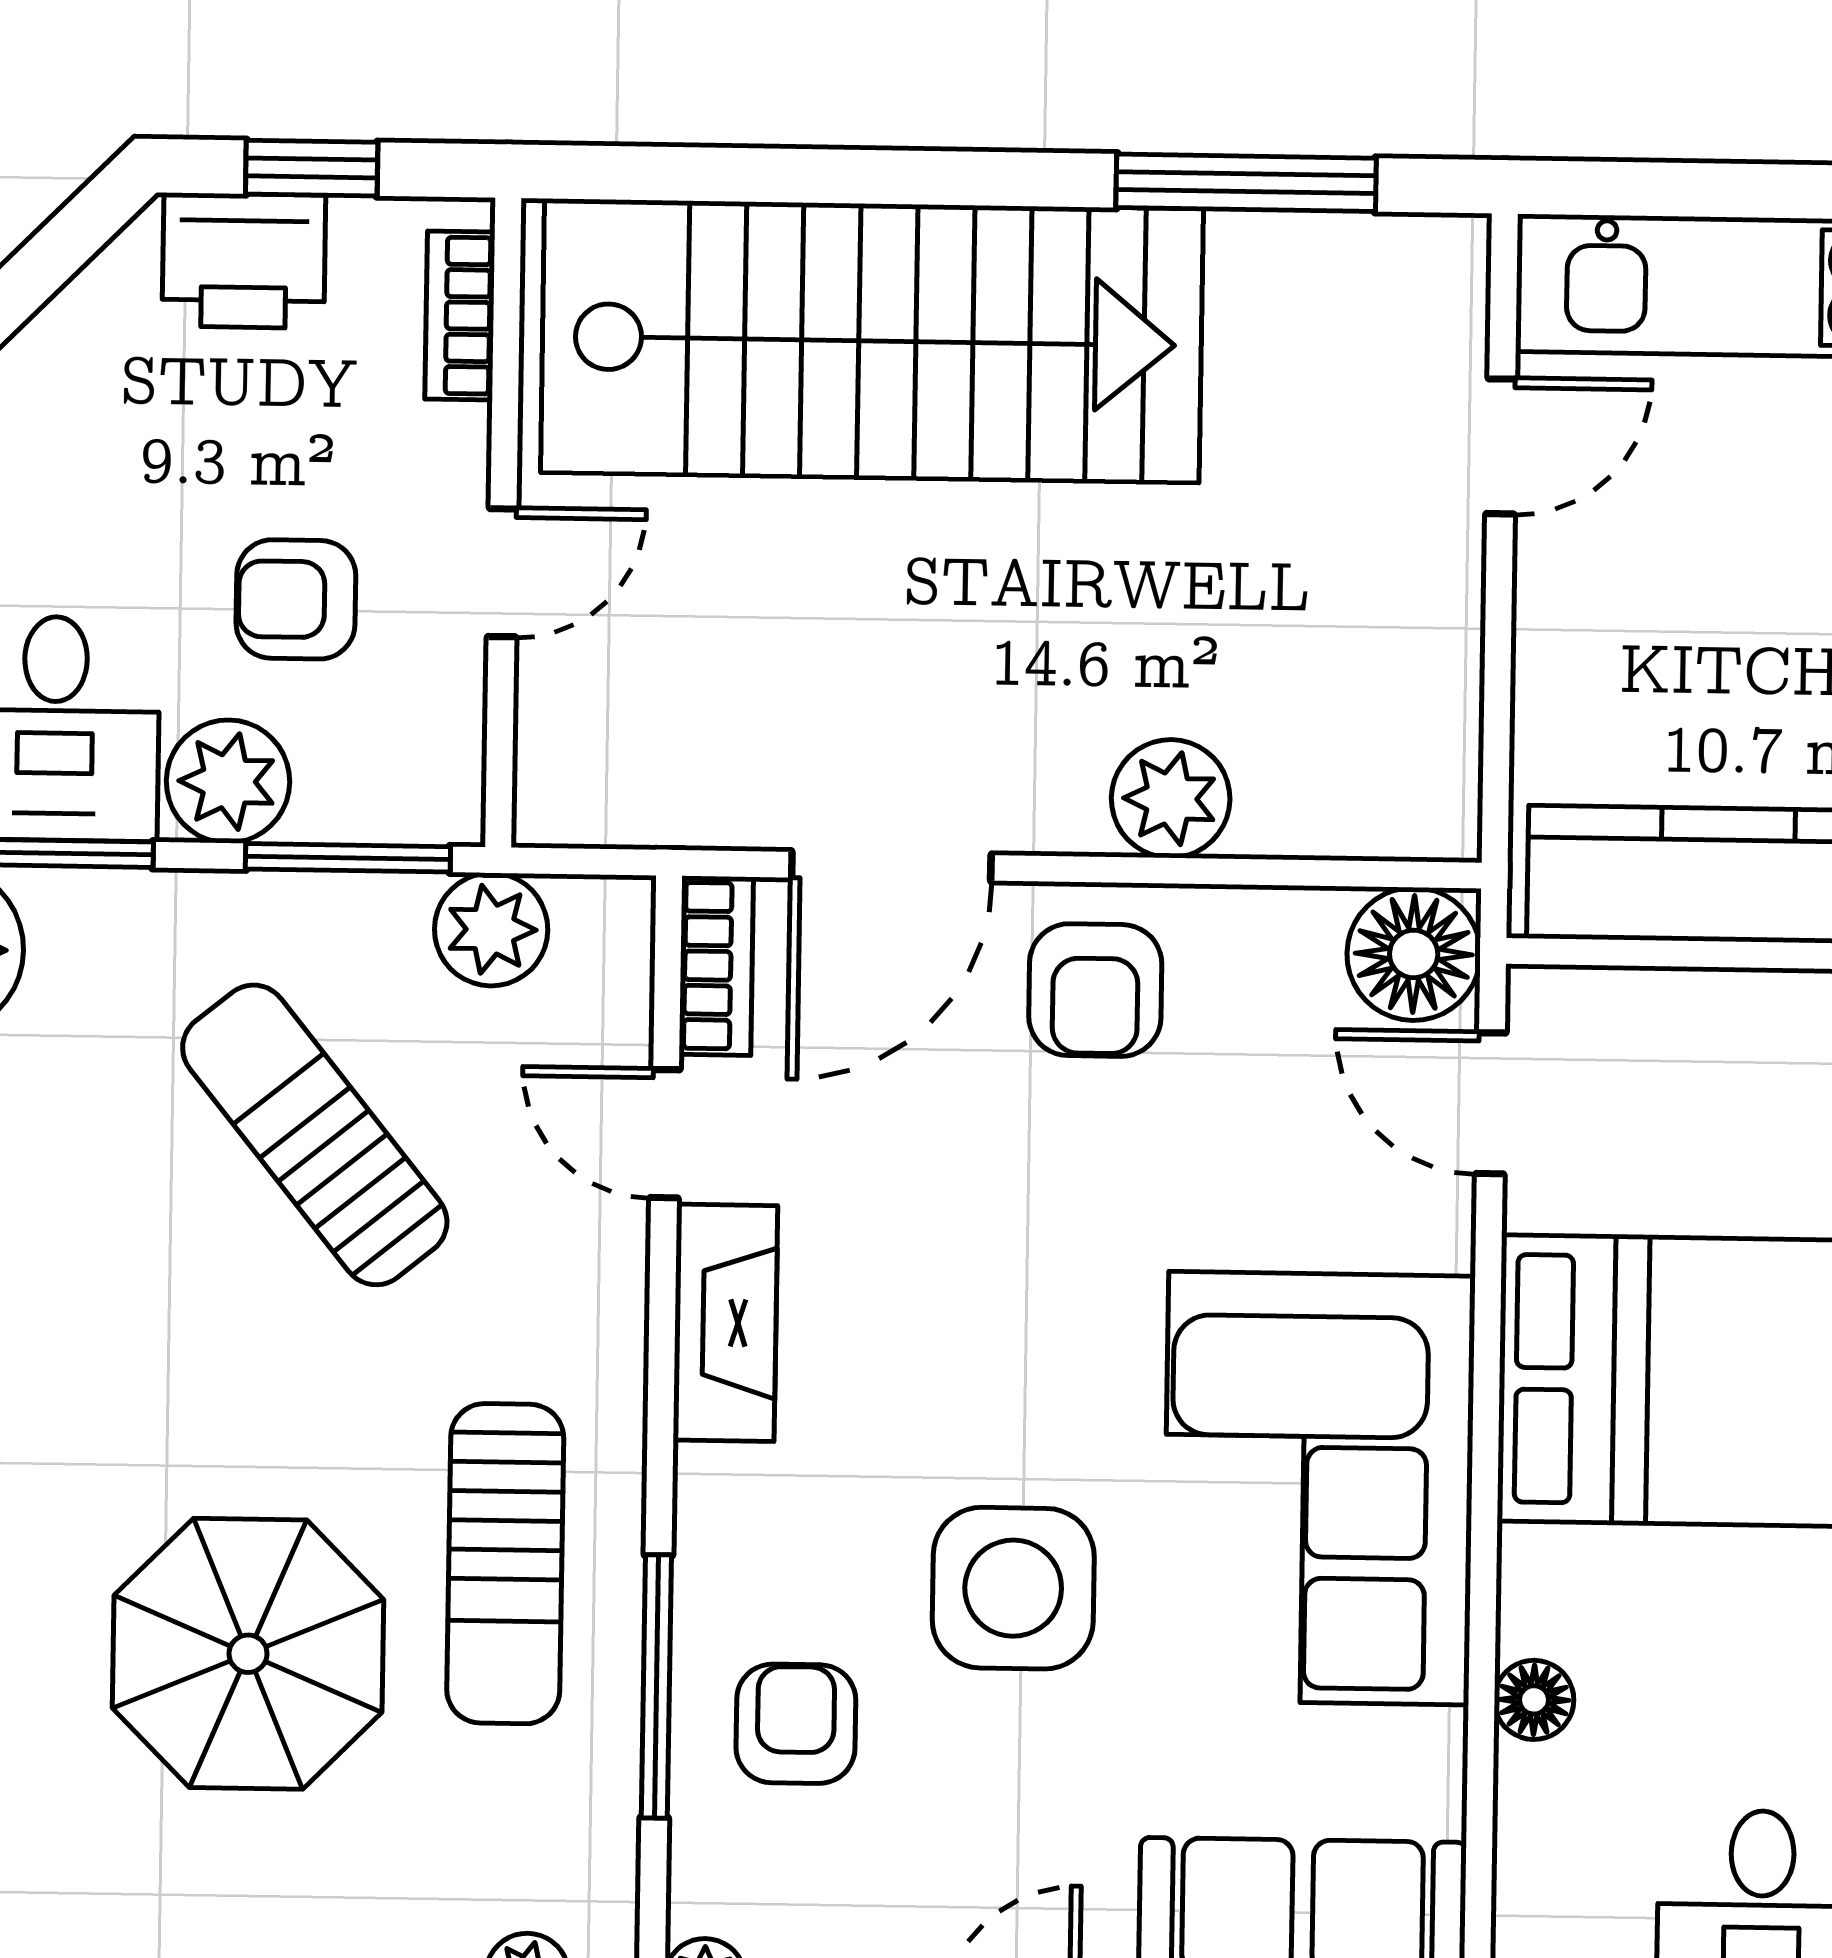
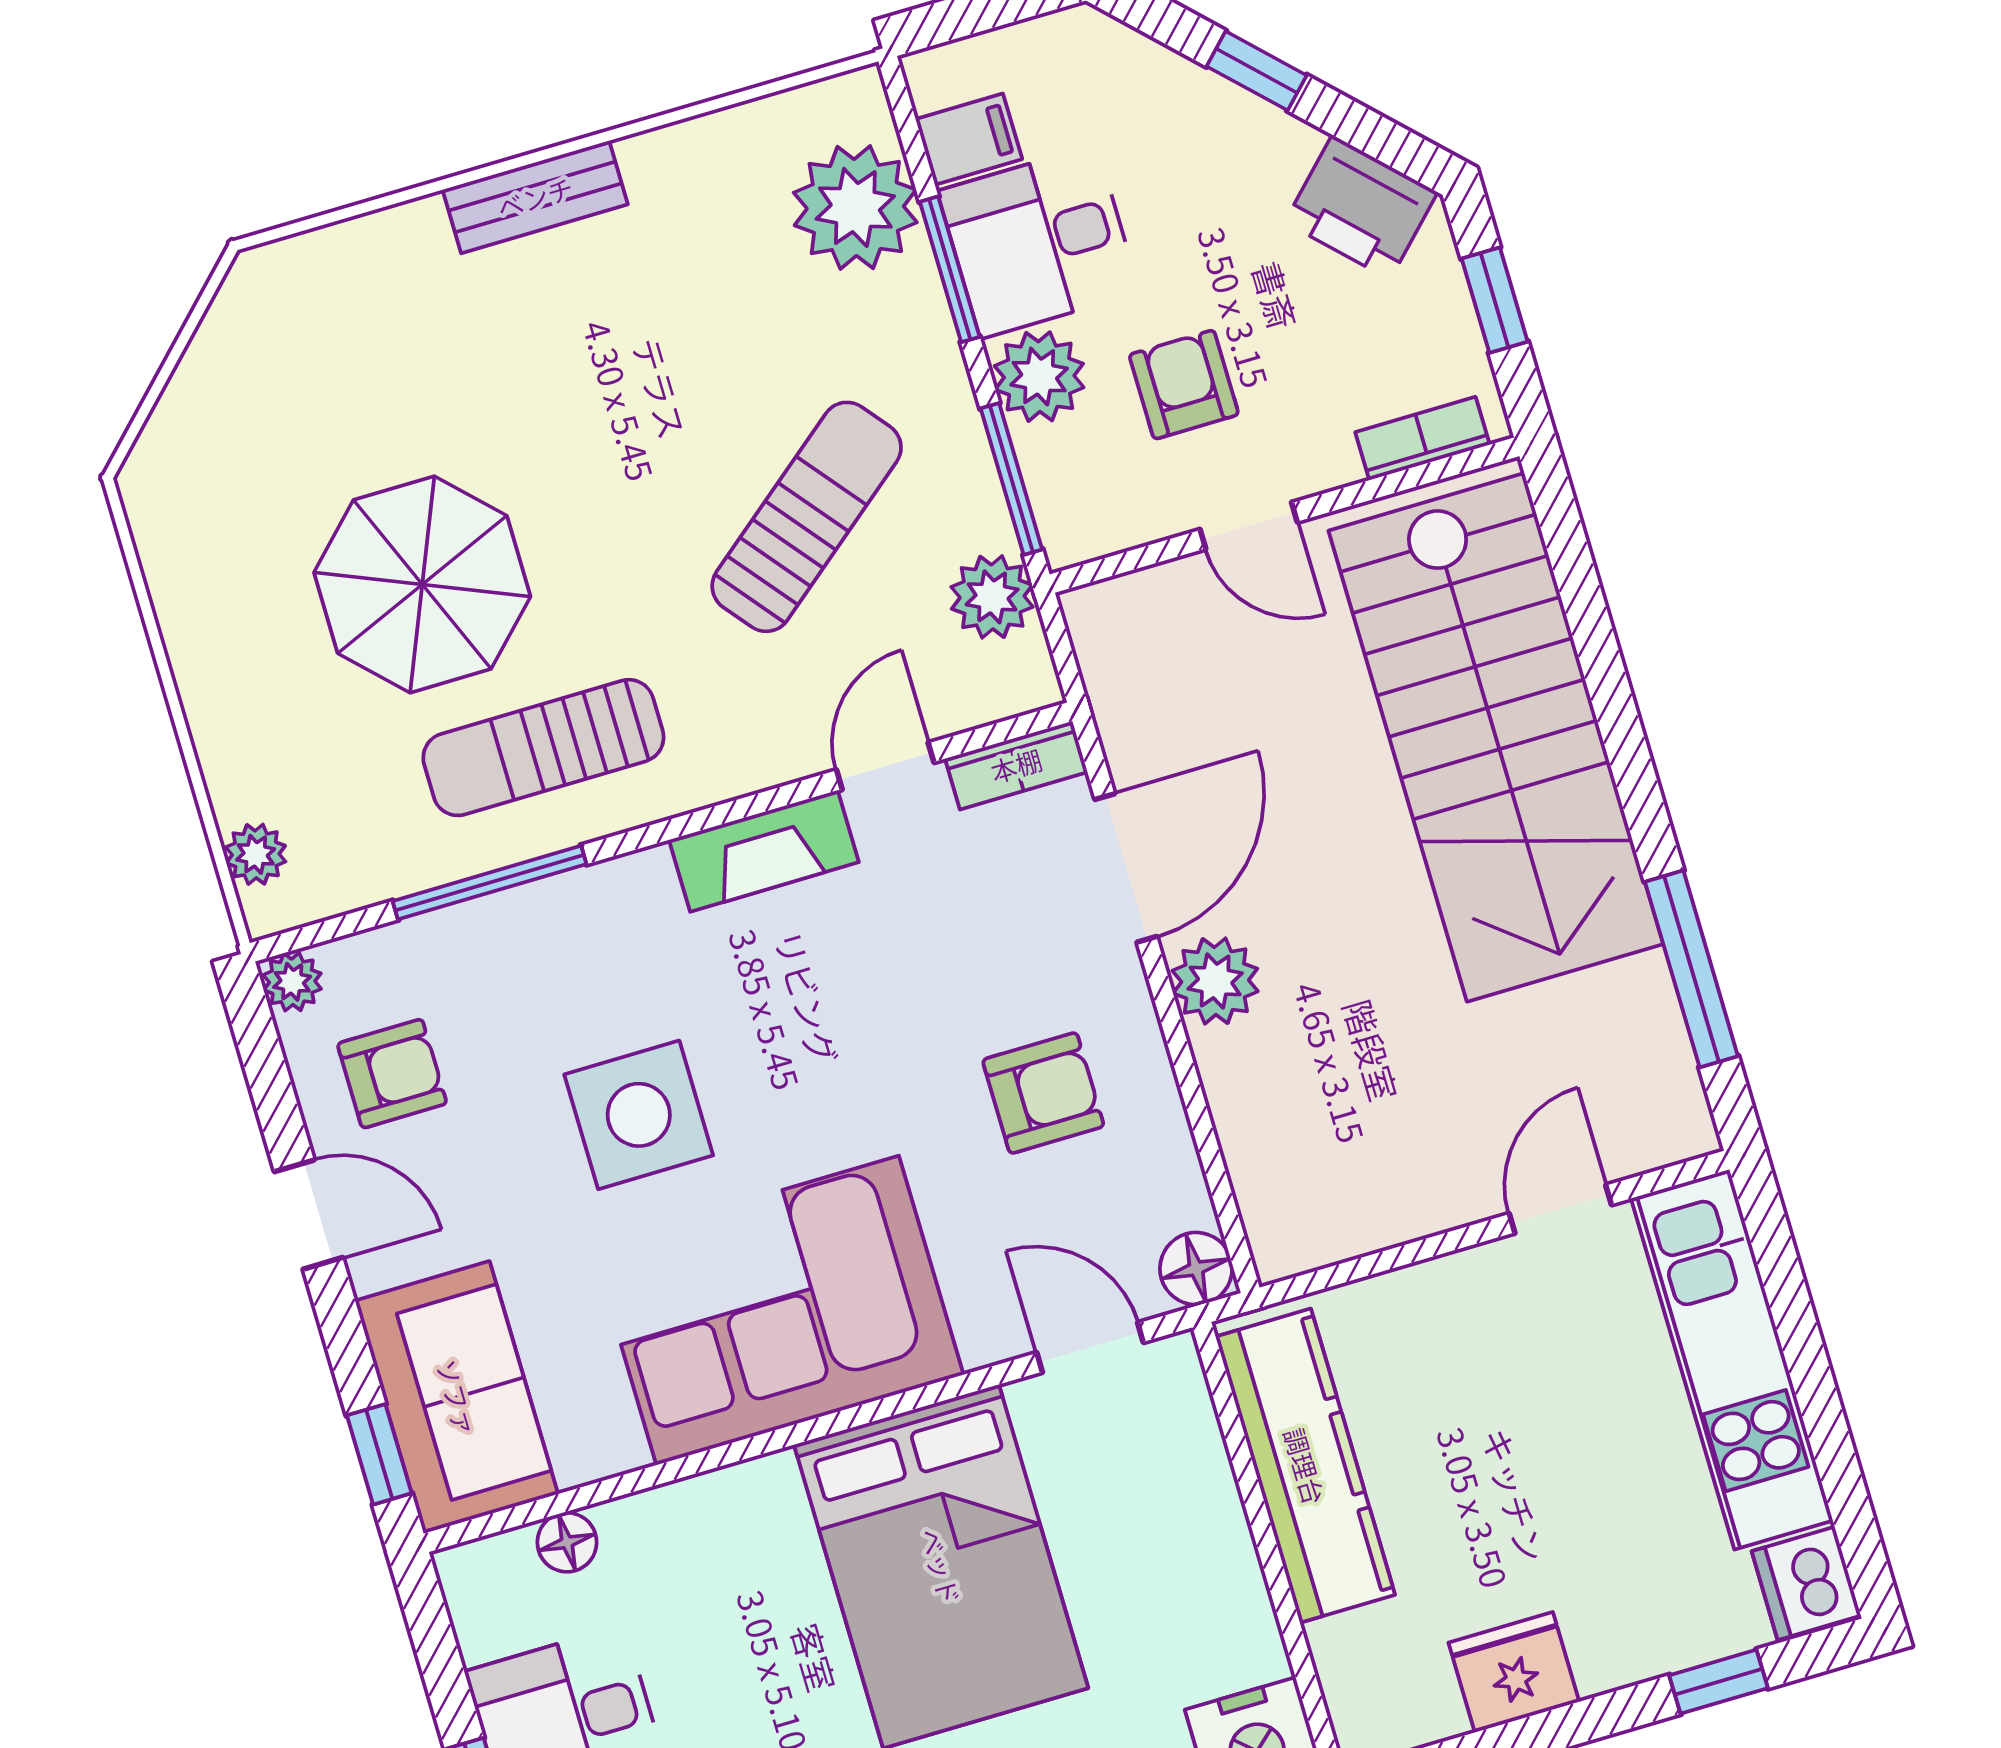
printer: (244, 261) -> (1361, 207), moved, turned -45
door: (1501, 446) -> (1560, 1209), swing flipped
plant: (1171, 799) -> (1215, 981), moved
door: (891, 866) -> (1126, 868), swing flipped
floor lamp: (1414, 954) -> (1196, 1269), width x0.73, depth x0.73
armchair: (1095, 990) -> (1043, 1093), moved, turned 180
door: (1491, 1103) -> (1090, 1347), hinge flipped
floor lamp: (1534, 1700) -> (567, 1542), moved
armchair: (796, 1724) -> (392, 1074), moved

